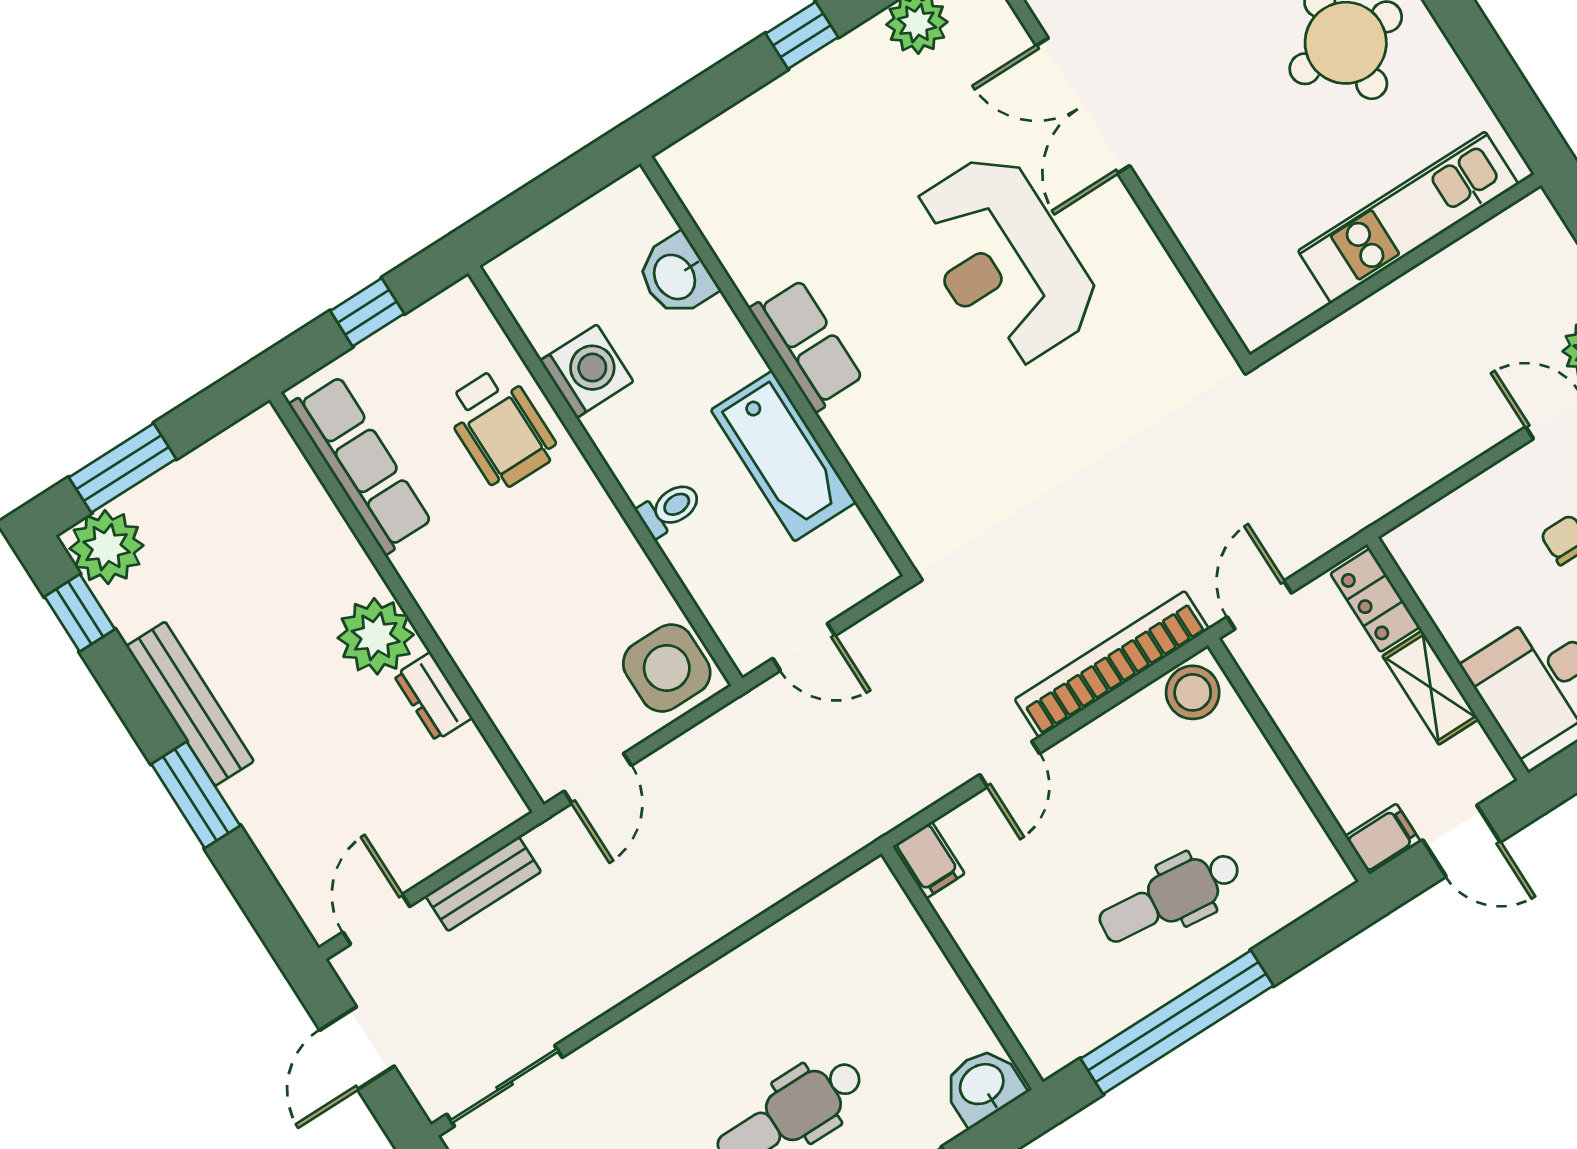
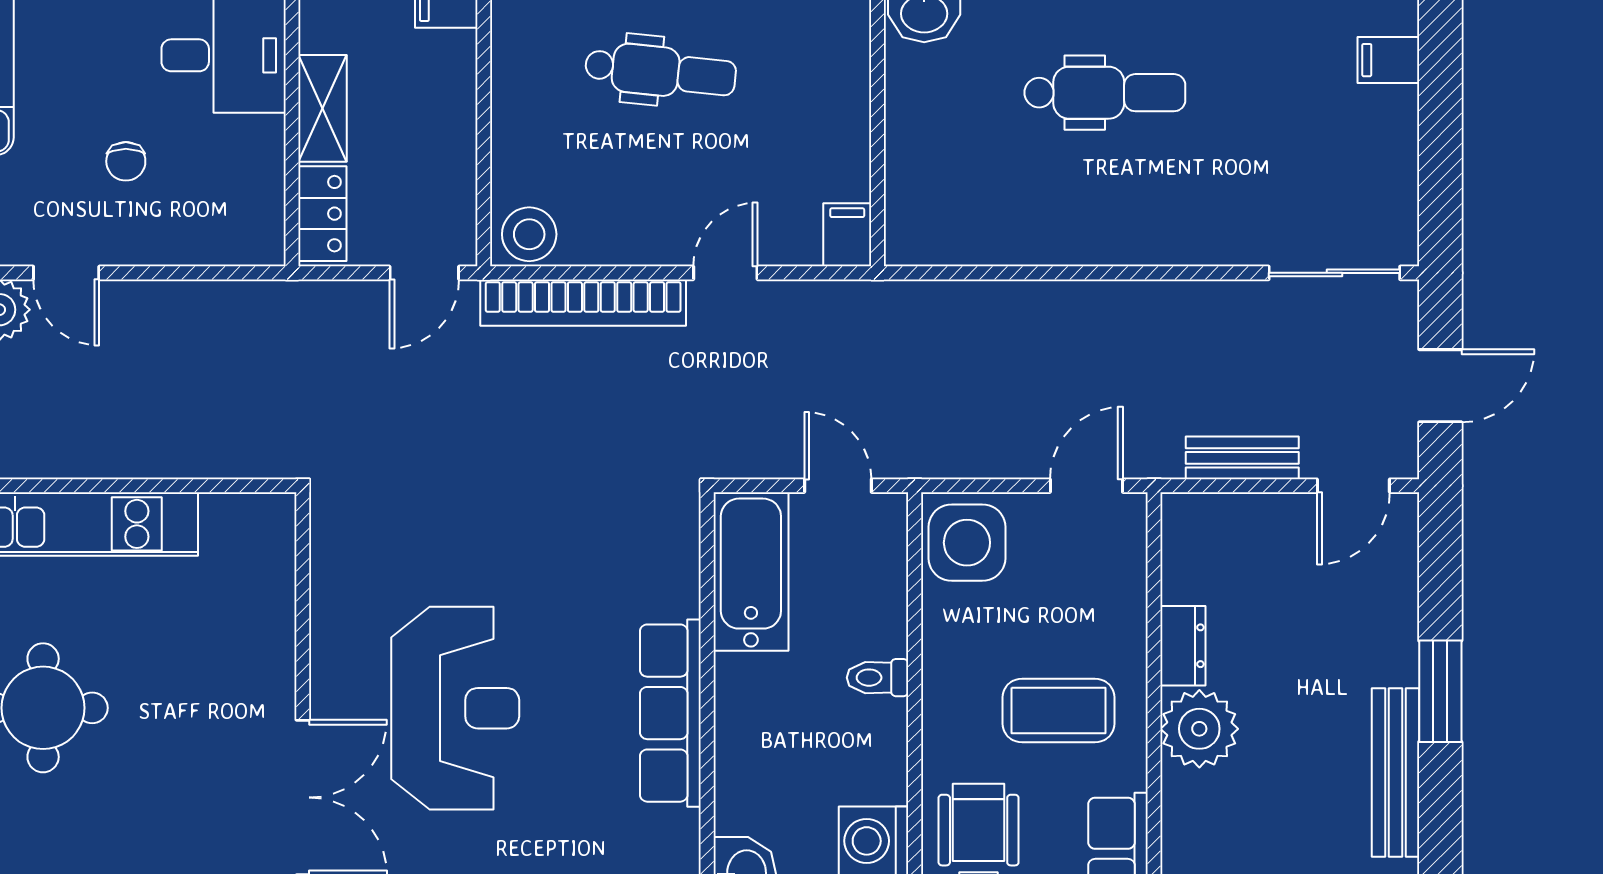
row of seats: (807, 345) -> (670, 713), width x1.48
bathtub: (784, 456) -> (751, 572), moved
coffee table: (502, 577) -> (1058, 711), added

